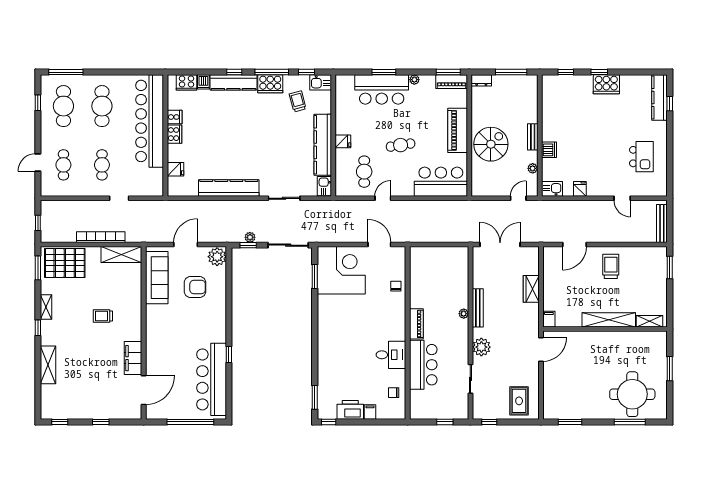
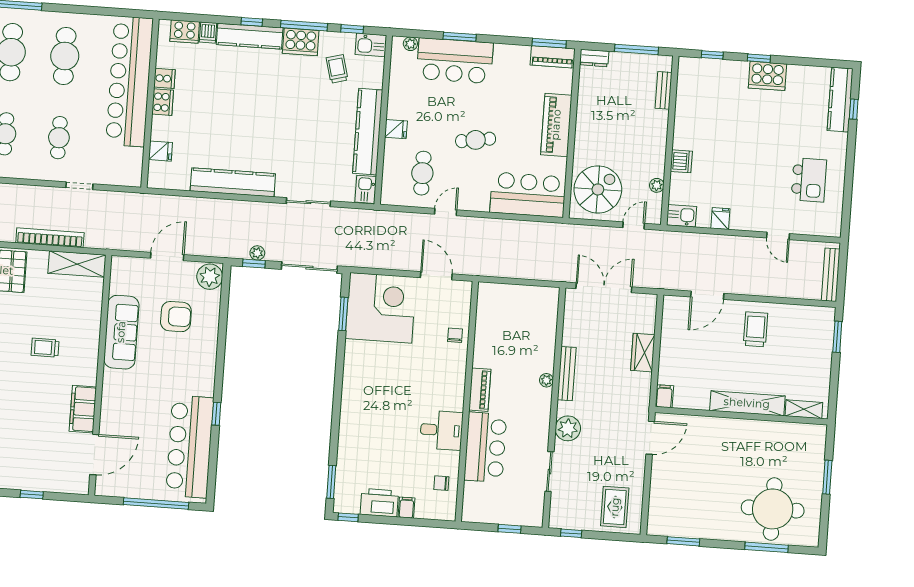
plant: (414, 80) -> (410, 44), moved
bench: (533, 137) -> (664, 90), moved
spiral stairs: (491, 144) -> (598, 189), moved
sofa: (157, 278) -> (121, 332), moved

